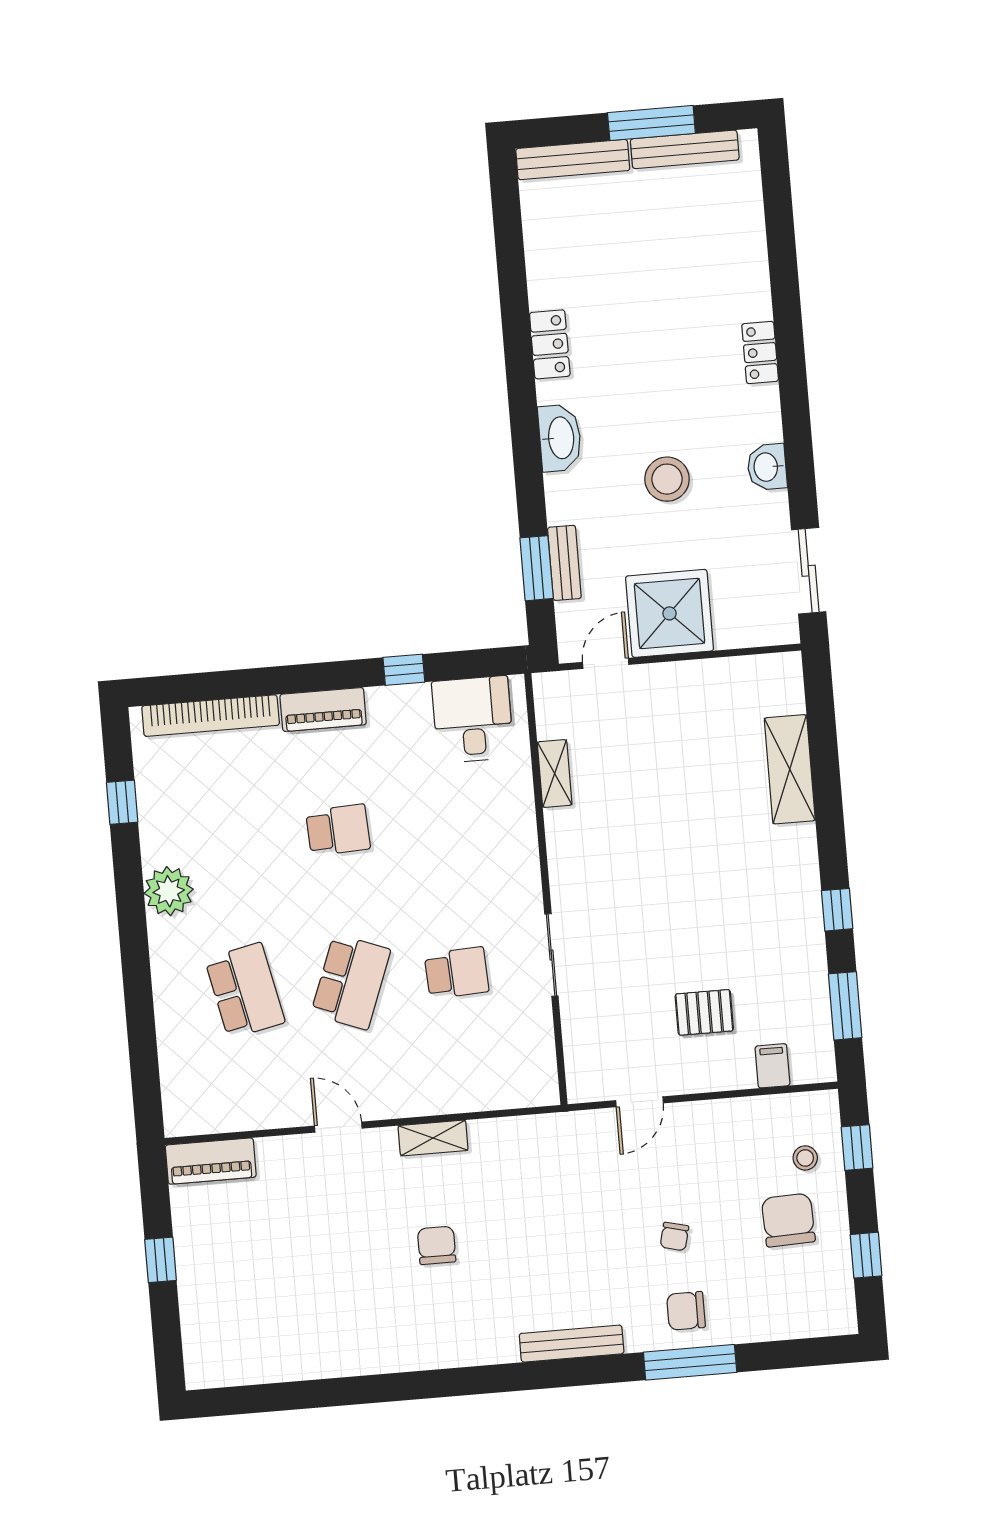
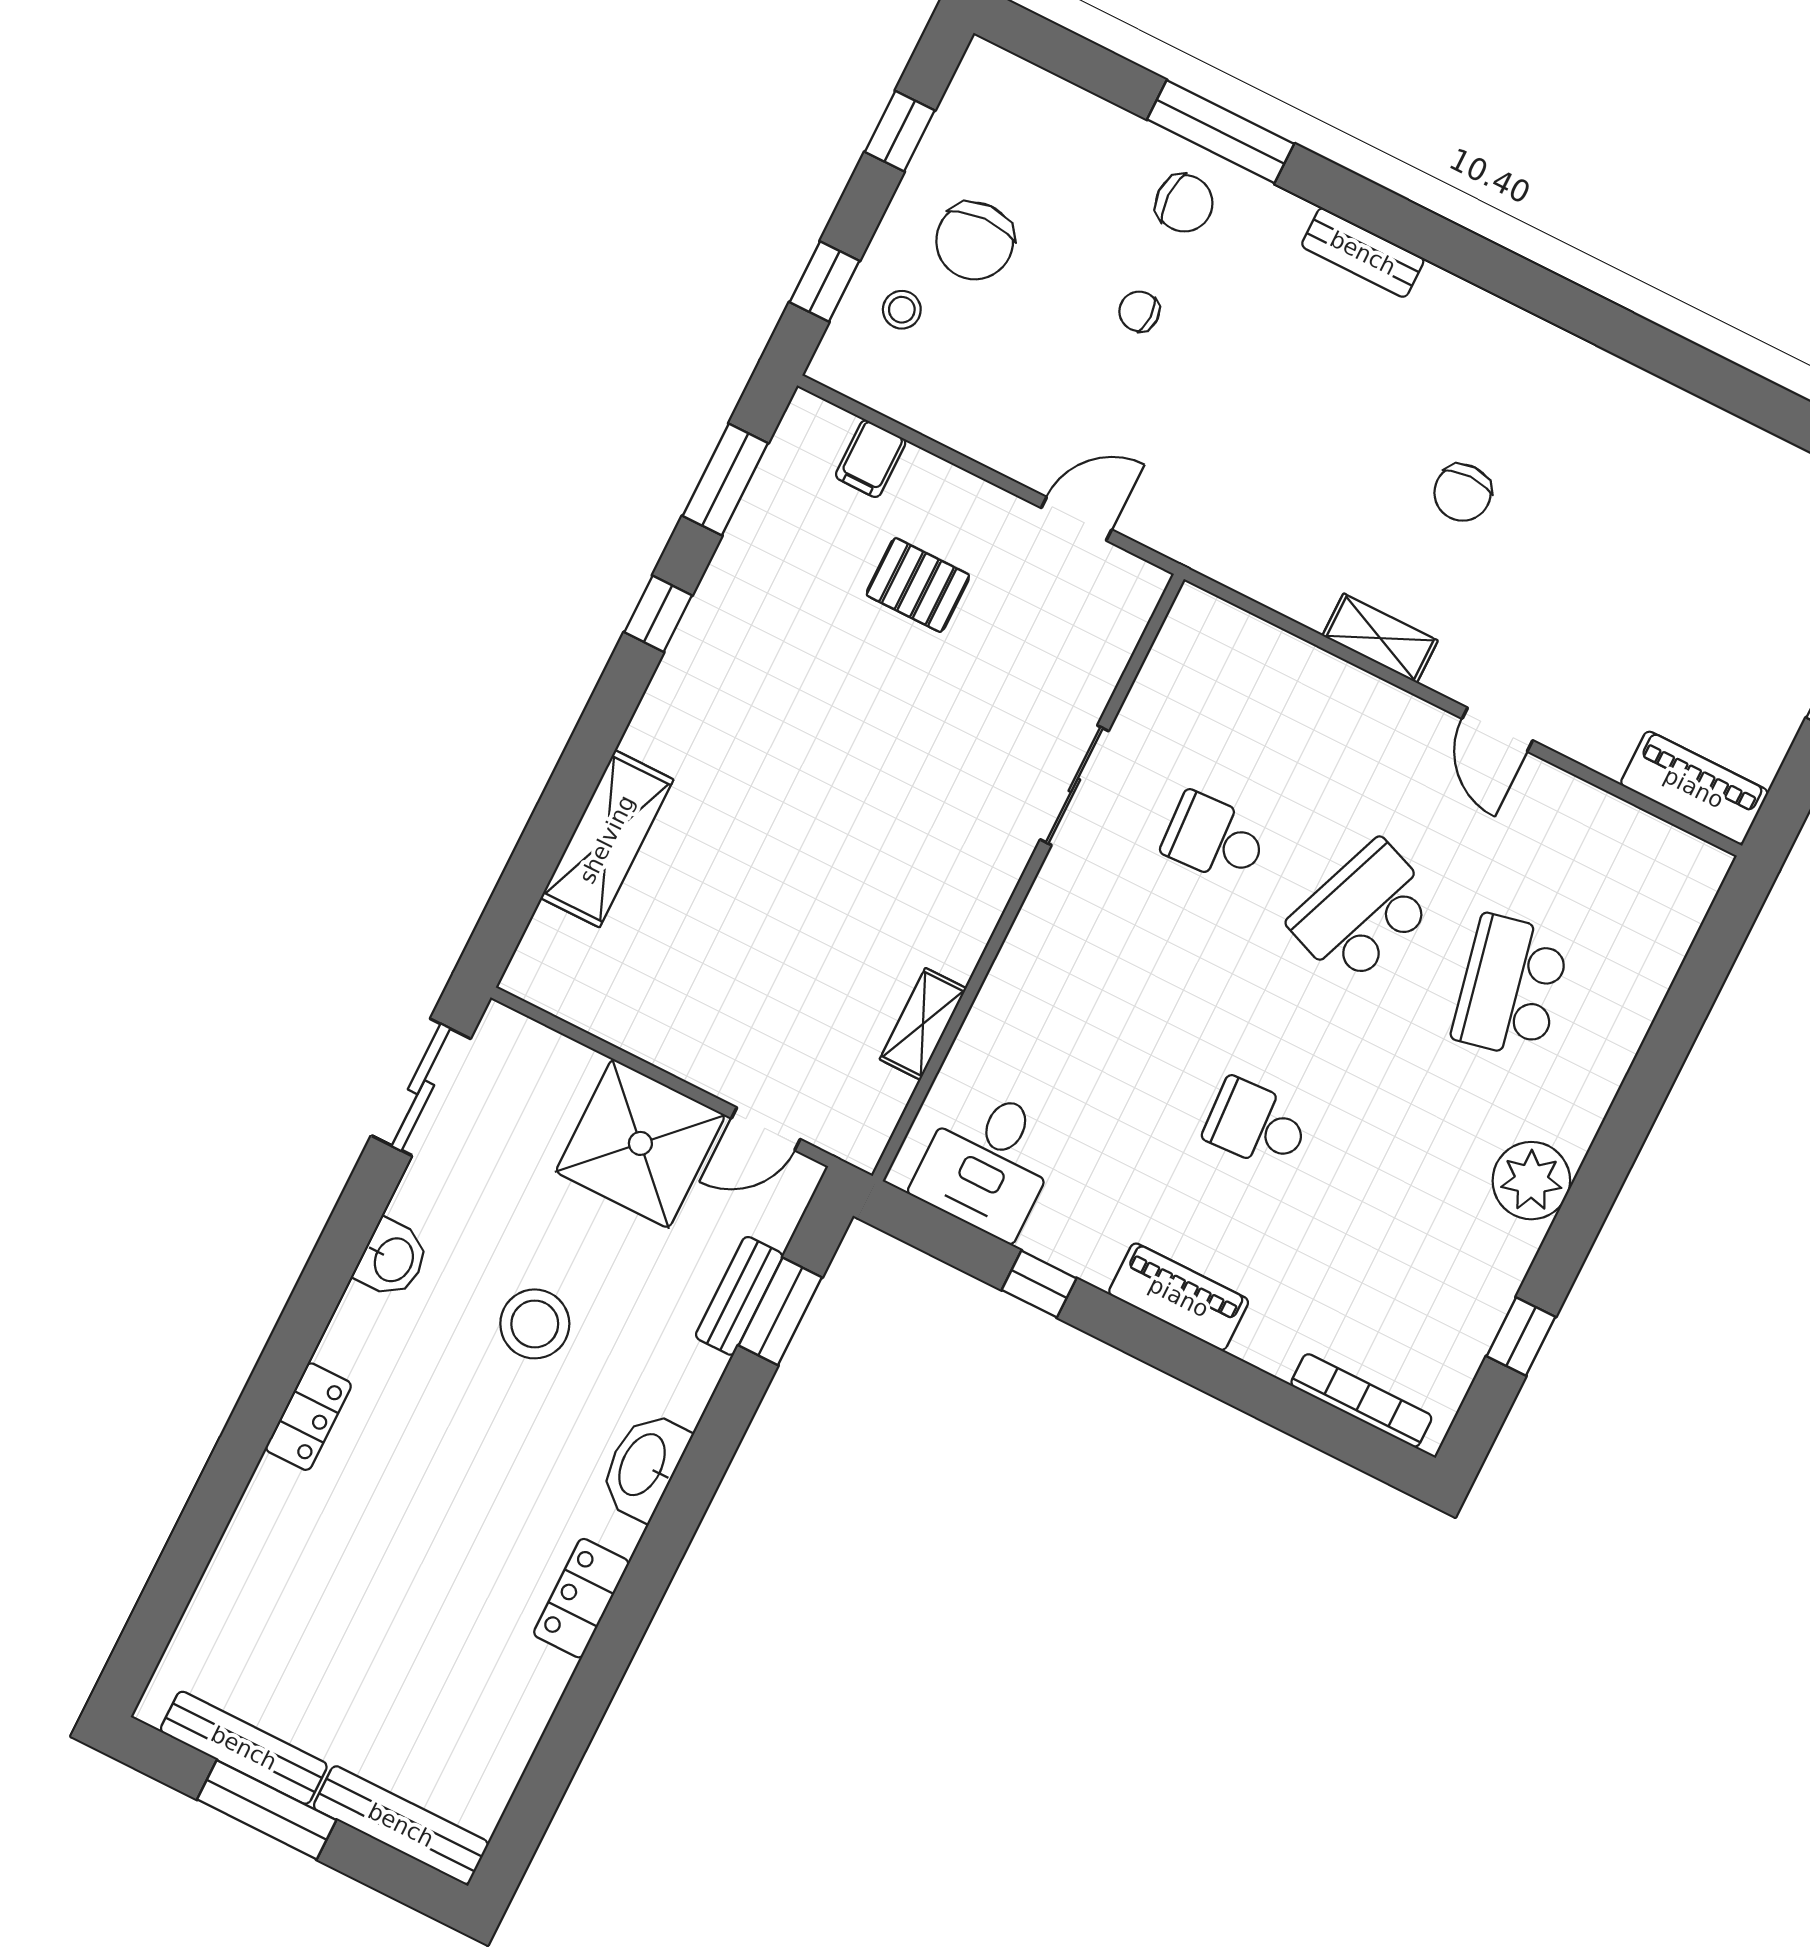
bookcase: (211, 716) -> (1361, 1400), width x0.68, depth x0.76
chair: (674, 1236) -> (1139, 311), turned -104
bench: (572, 1344) -> (1363, 253), width x0.73

